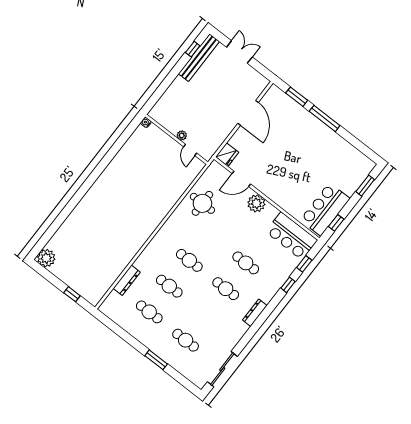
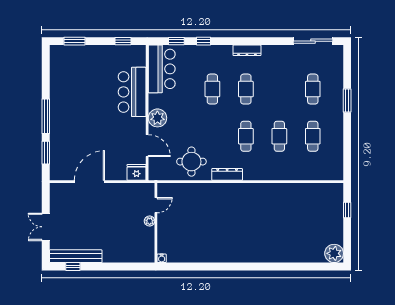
bar counter: (325, 209) -> (132, 92), moved, turned 90
dresser: (127, 280) -> (227, 174), moved

